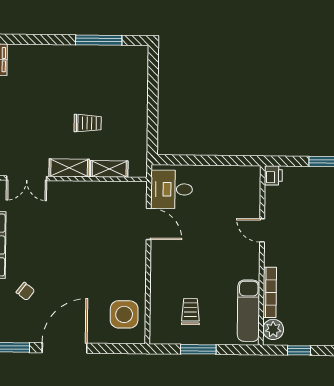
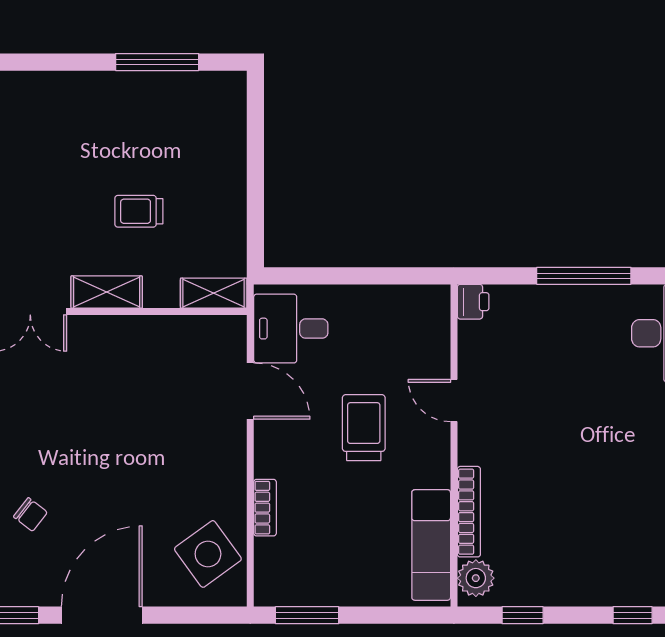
trolley: (88, 123) -> (139, 211), turned 180
shelving: (109, 169) -> (214, 293), moved
bookcase: (156, 289) -> (265, 508), added
trolley: (190, 312) -> (364, 428), moved, width x1.36, depth x1.39
side table: (124, 314) -> (208, 554), turned -36
window: (198, 349) -> (307, 615), moved

